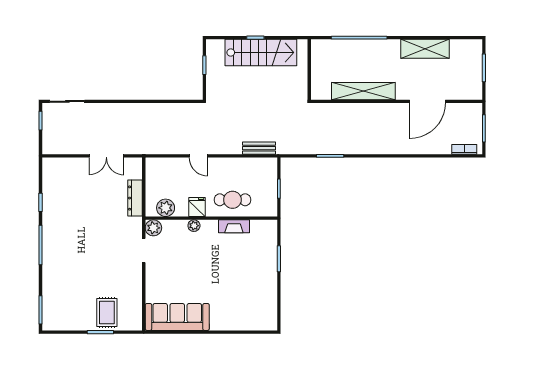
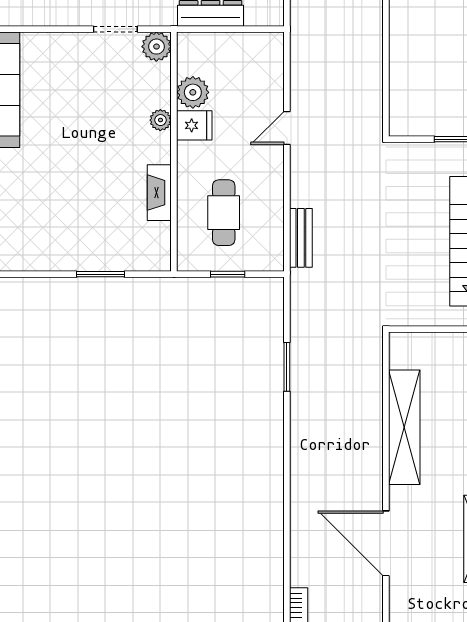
cafe table: (232, 200) -> (224, 213), moved
plant: (166, 208) -> (193, 92), moved

